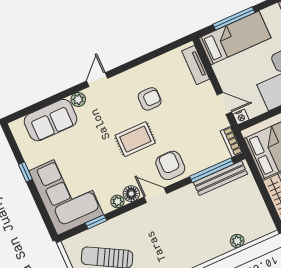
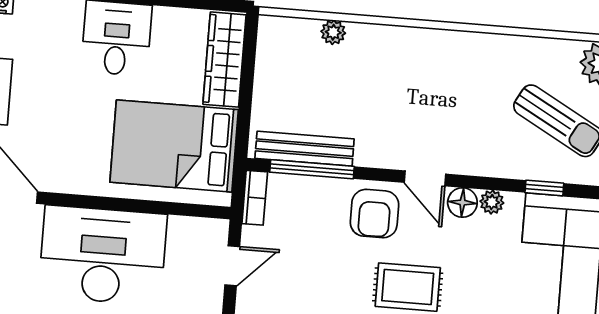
door: (224, 104) -> (232, 266), swing flipped
nightstand: (241, 117) -> (217, 229), removed

